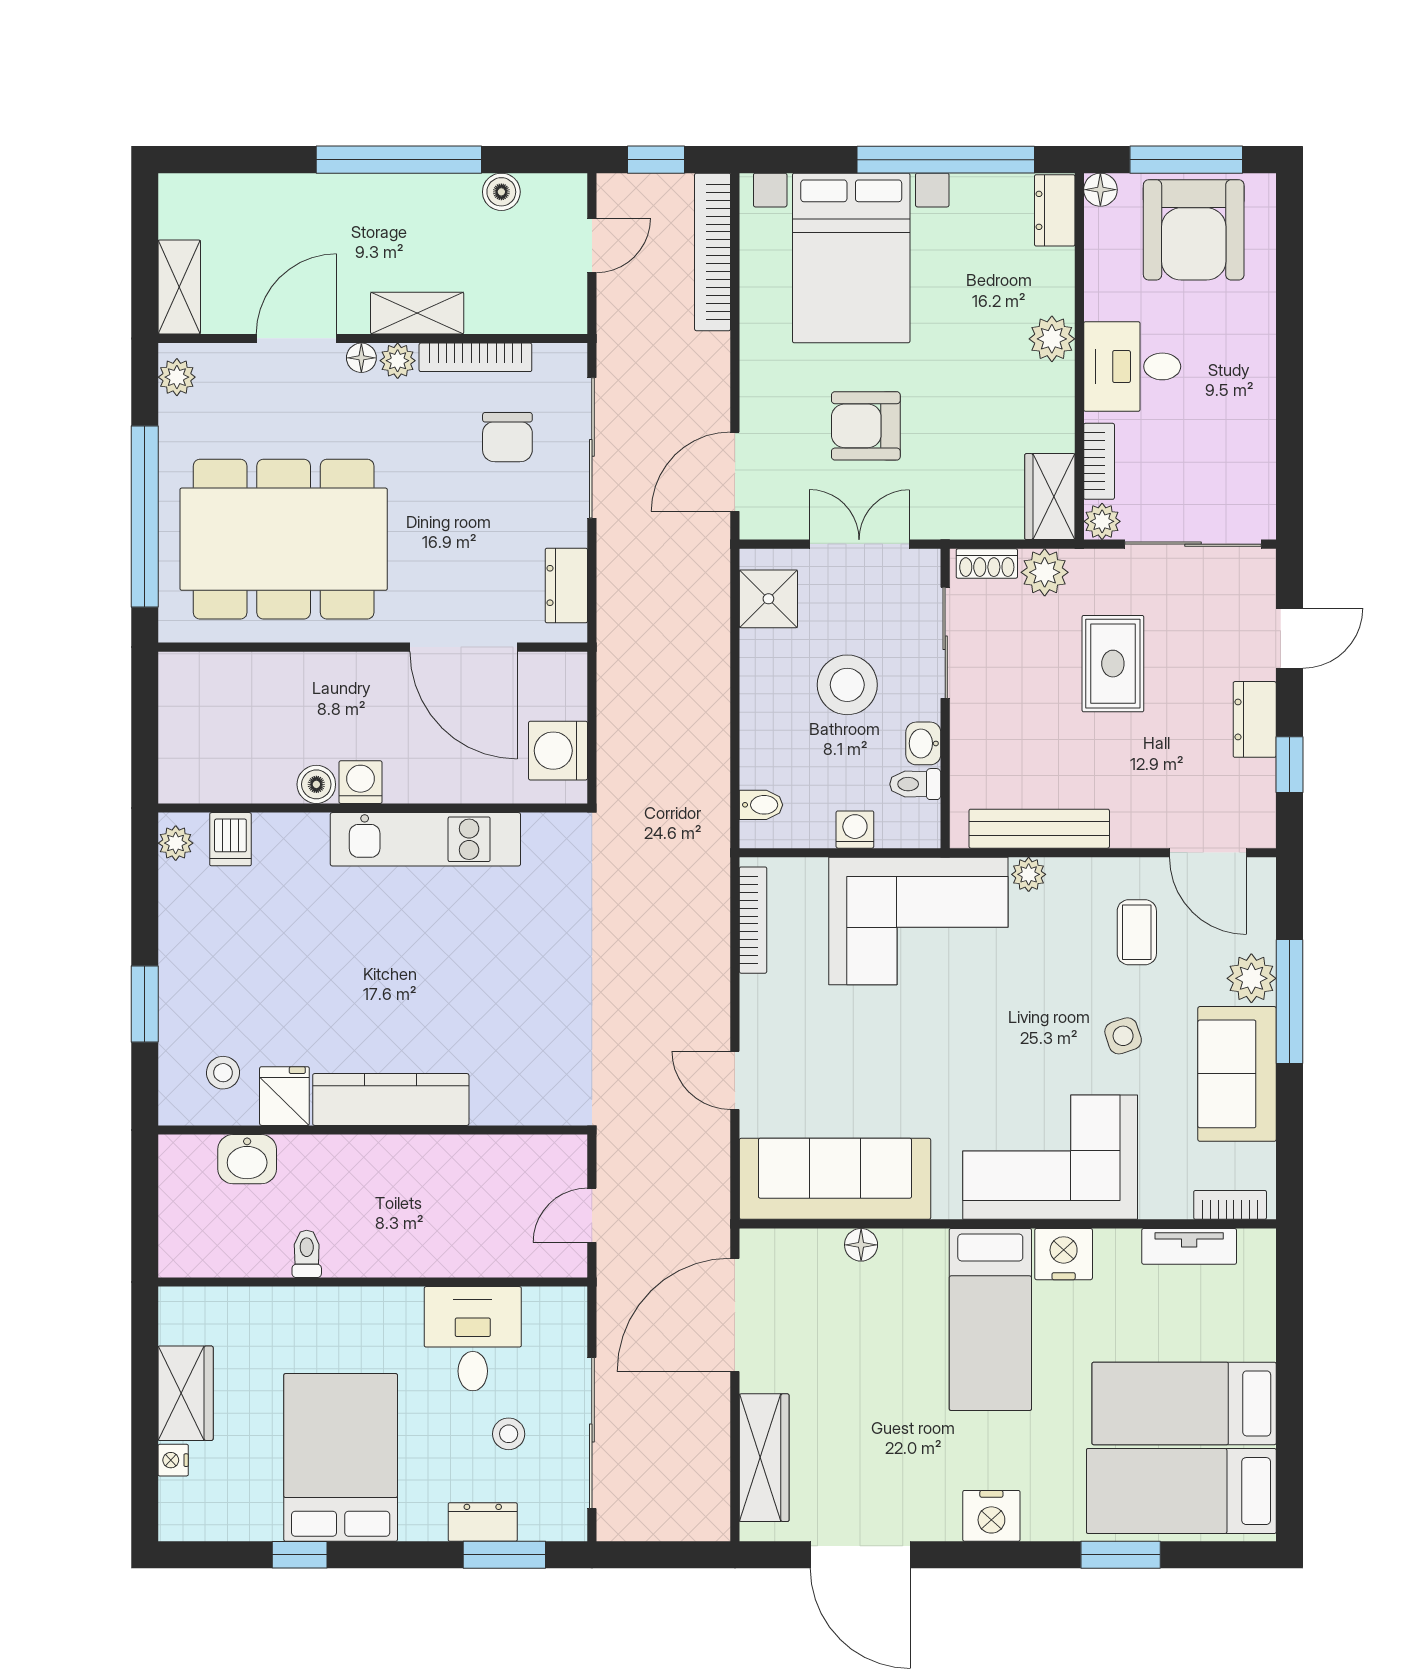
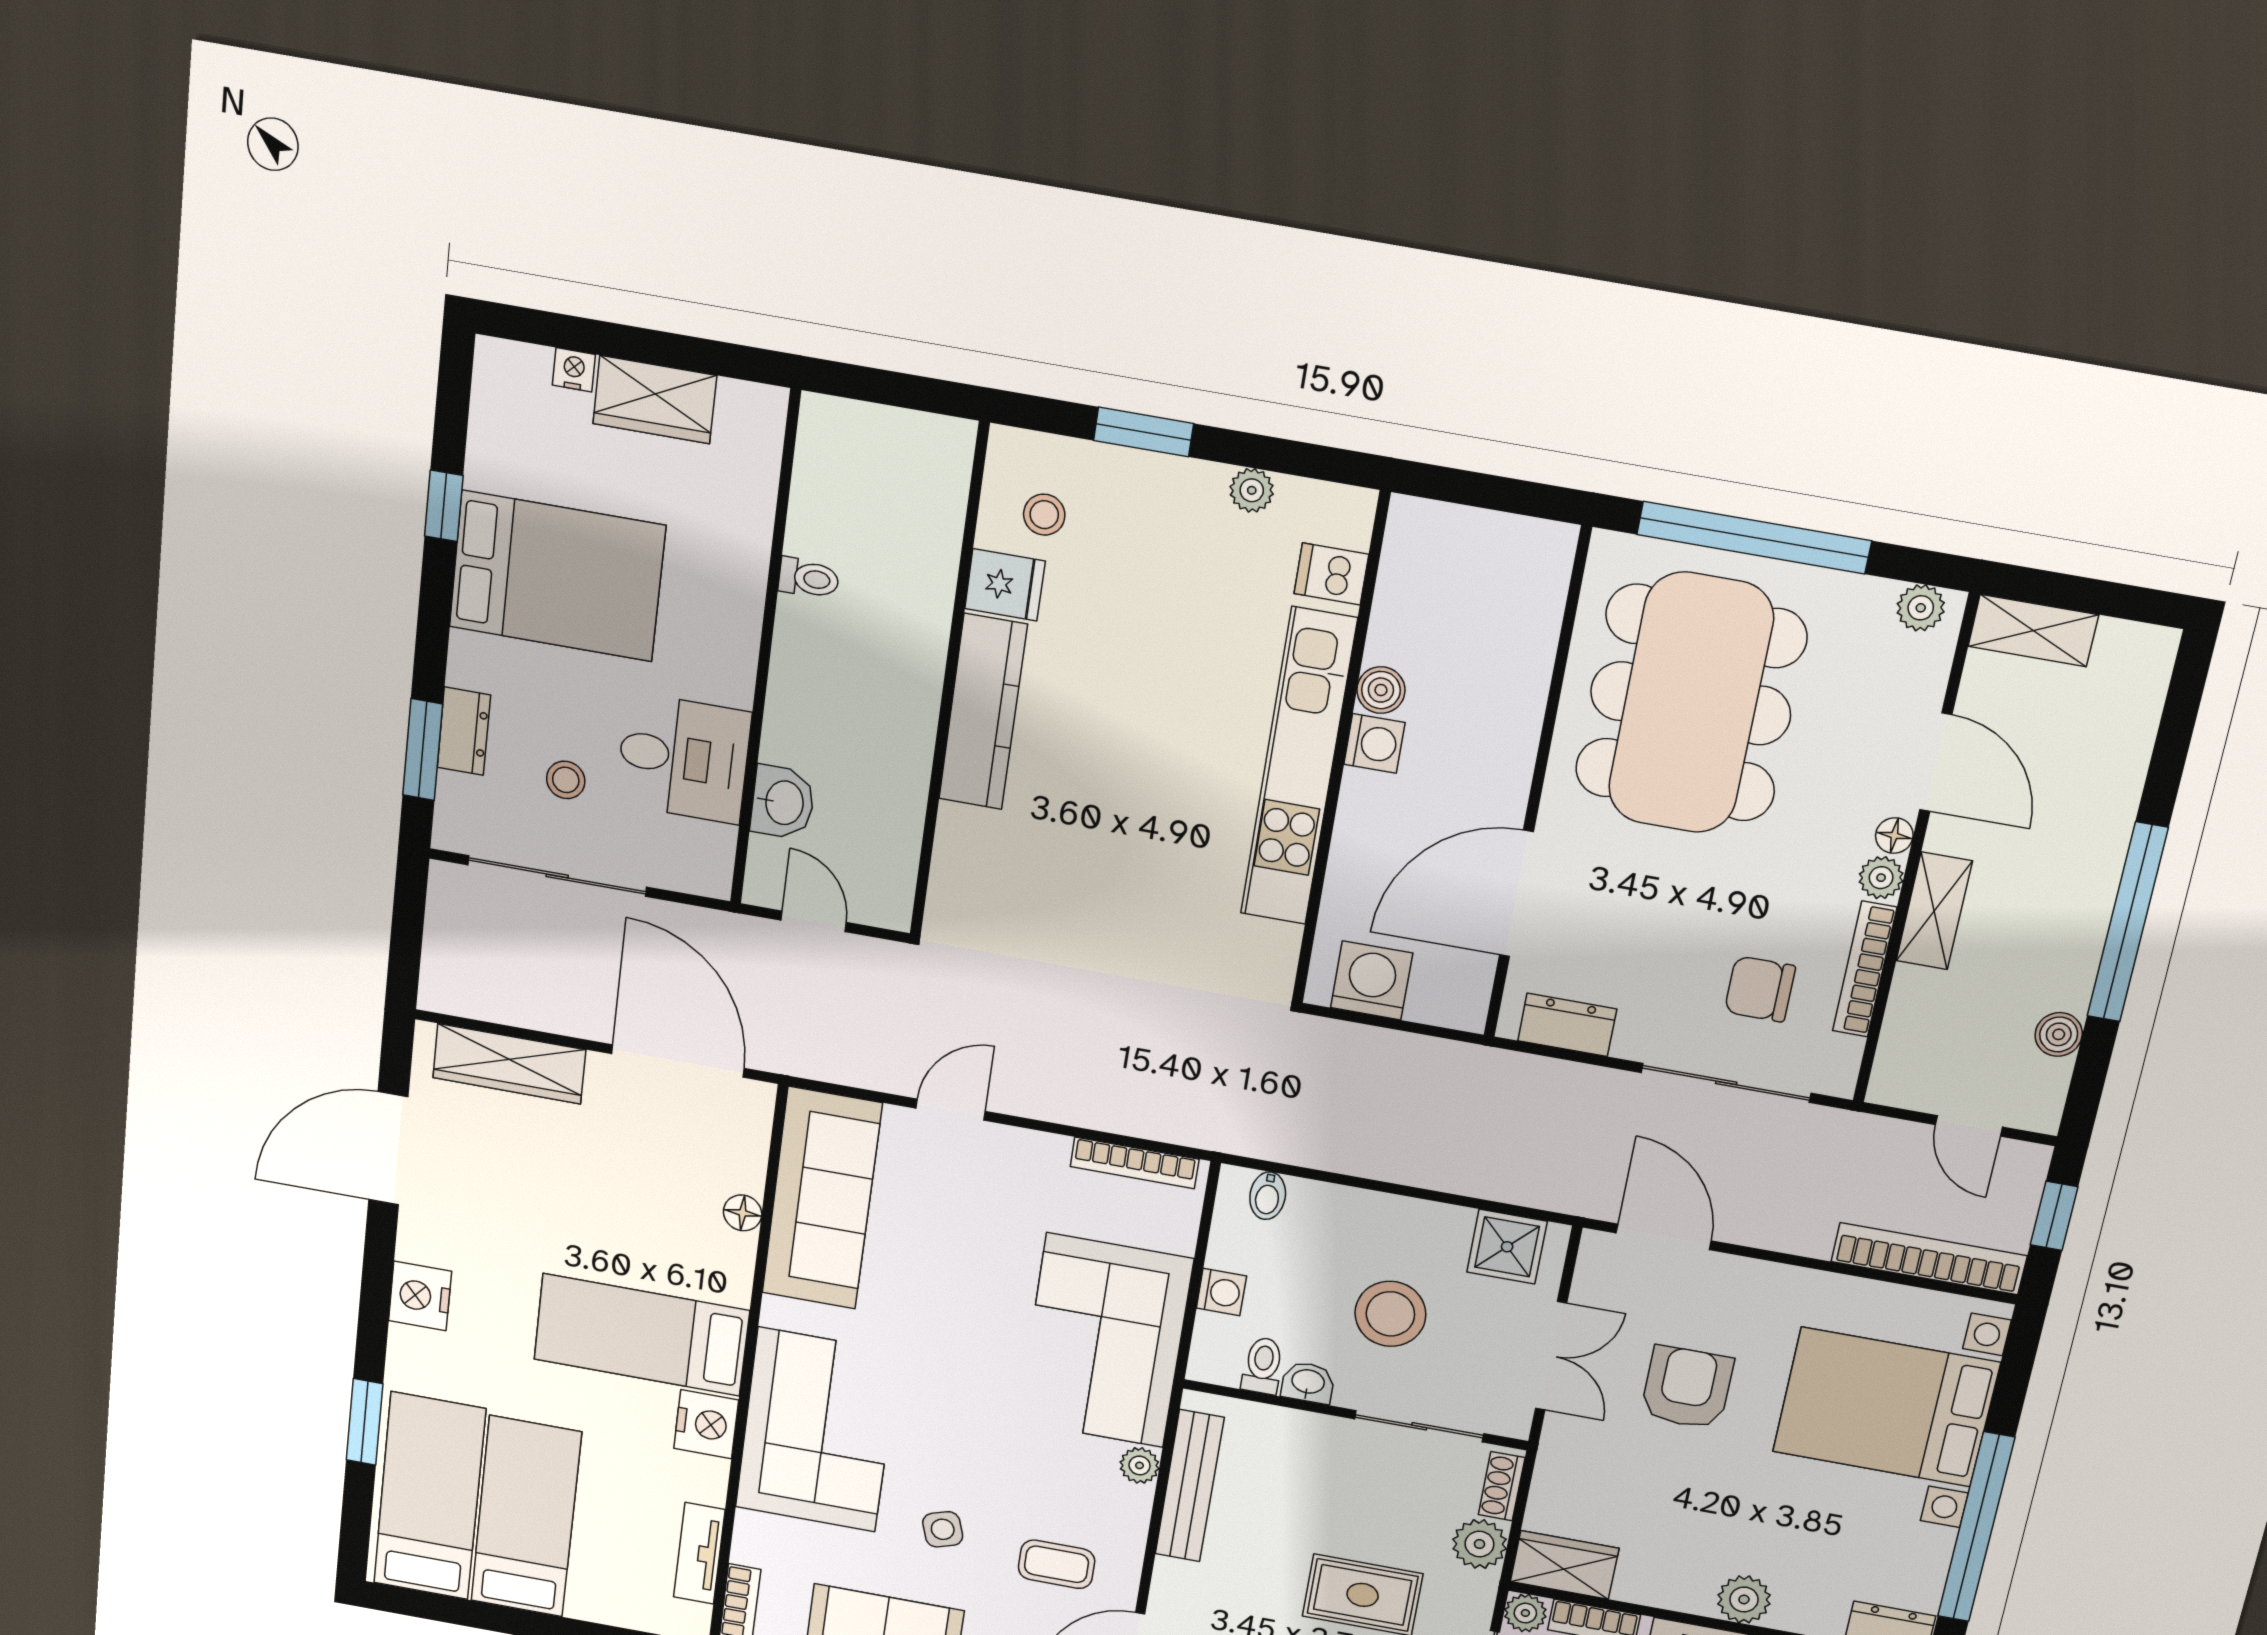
kitchen unit: (425, 839) -> (1299, 767), width x1.36
plant: (176, 843) -> (1252, 490), moved
washbasin: (247, 1159) -> (783, 802), moved, turned 180

